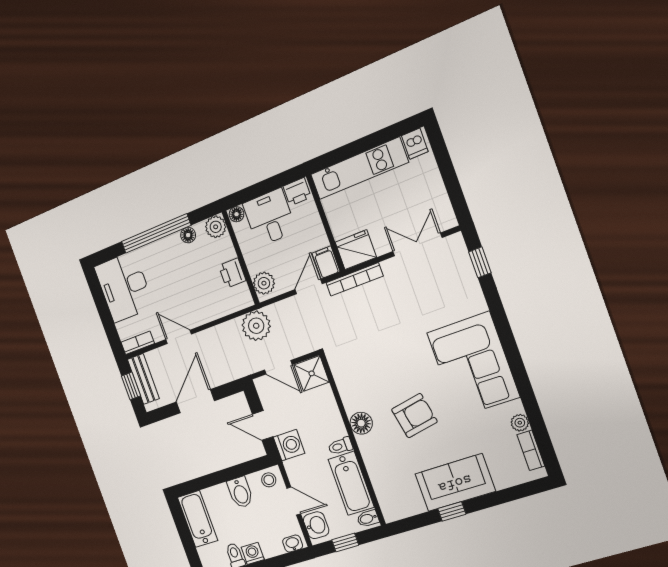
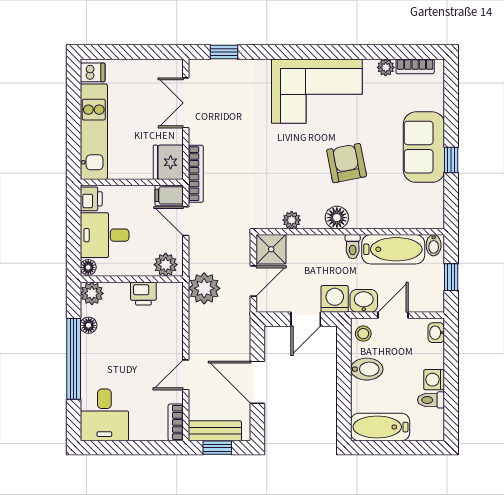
desk: (124, 287) -> (104, 415), width x0.73
plant: (344, 383) -> (292, 220), added
washbasin: (316, 525) -> (364, 301), moved

